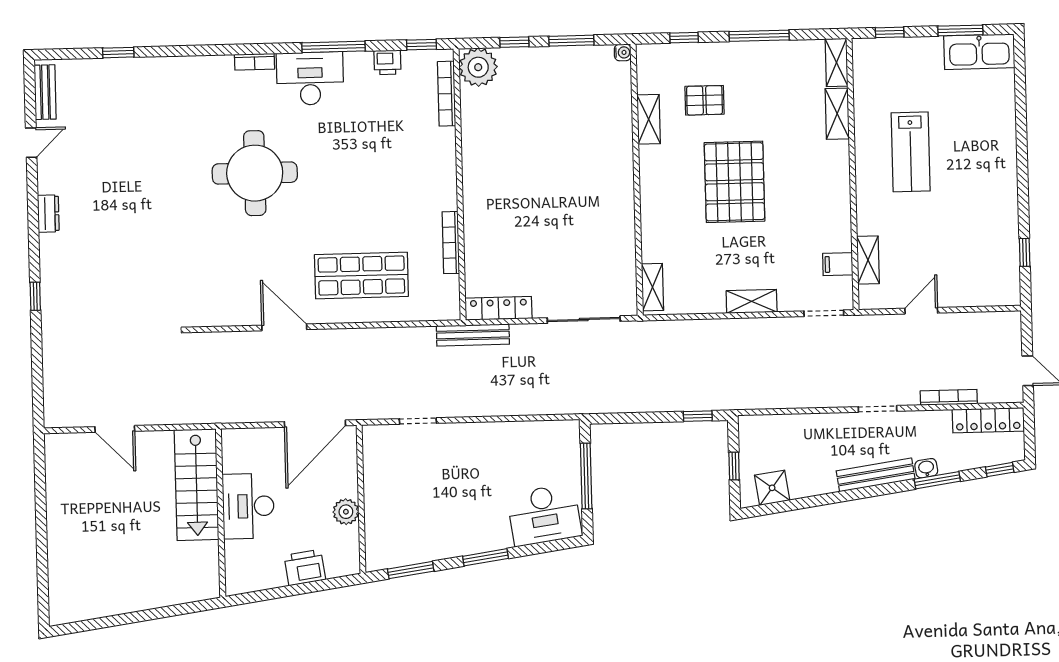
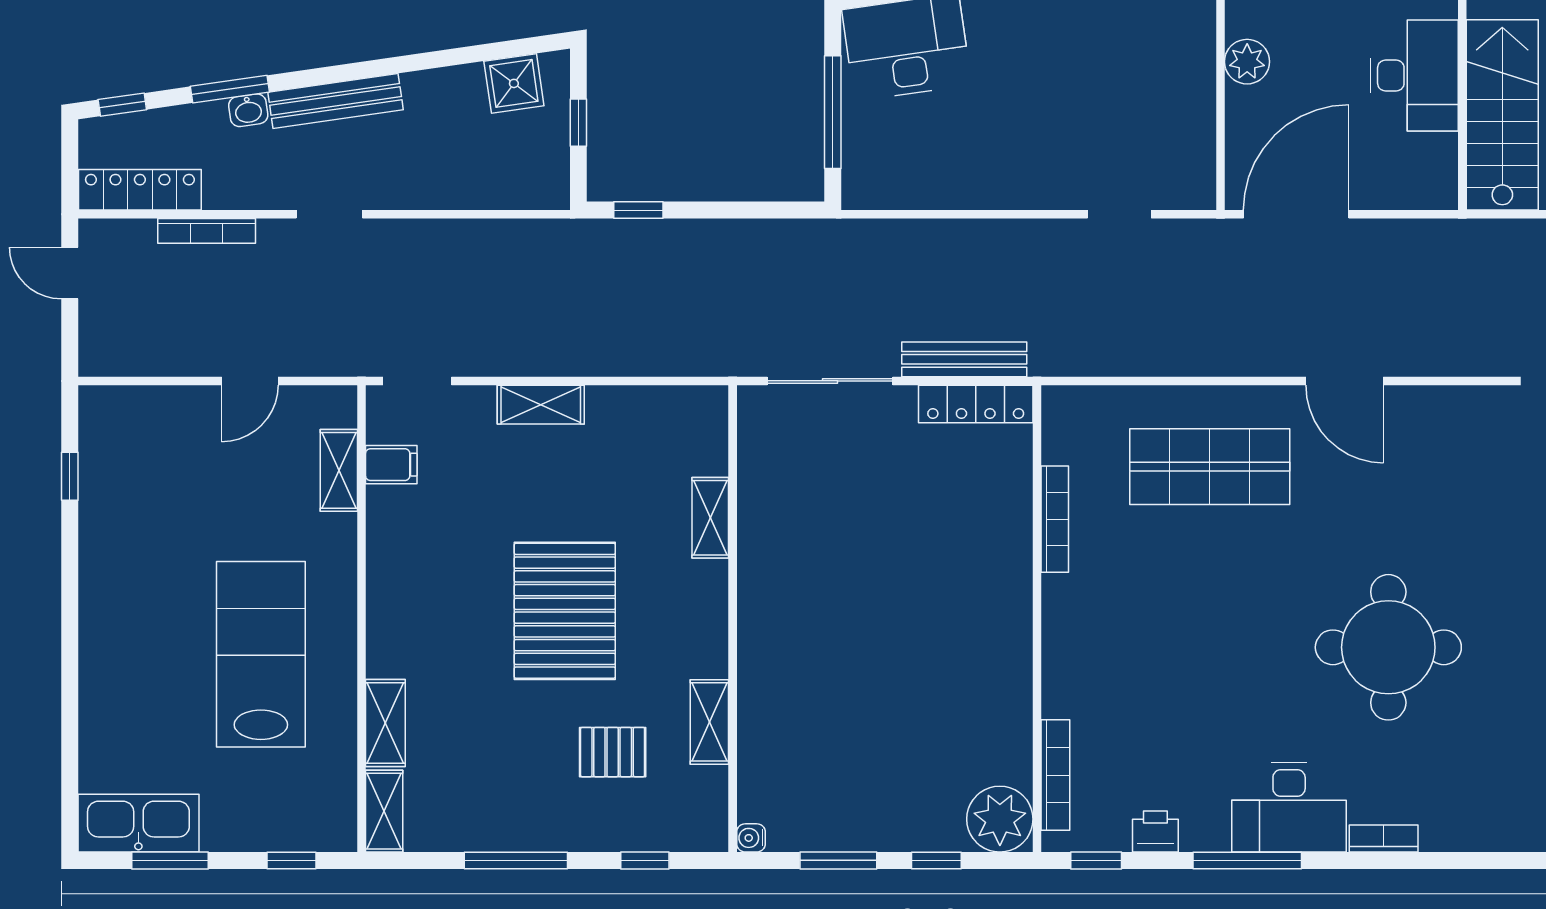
lab bench: (911, 152) -> (261, 654), width x1.36, depth x1.39
shelving: (653, 287) -> (710, 518), moved
bench: (473, 335) -> (964, 359), moved

